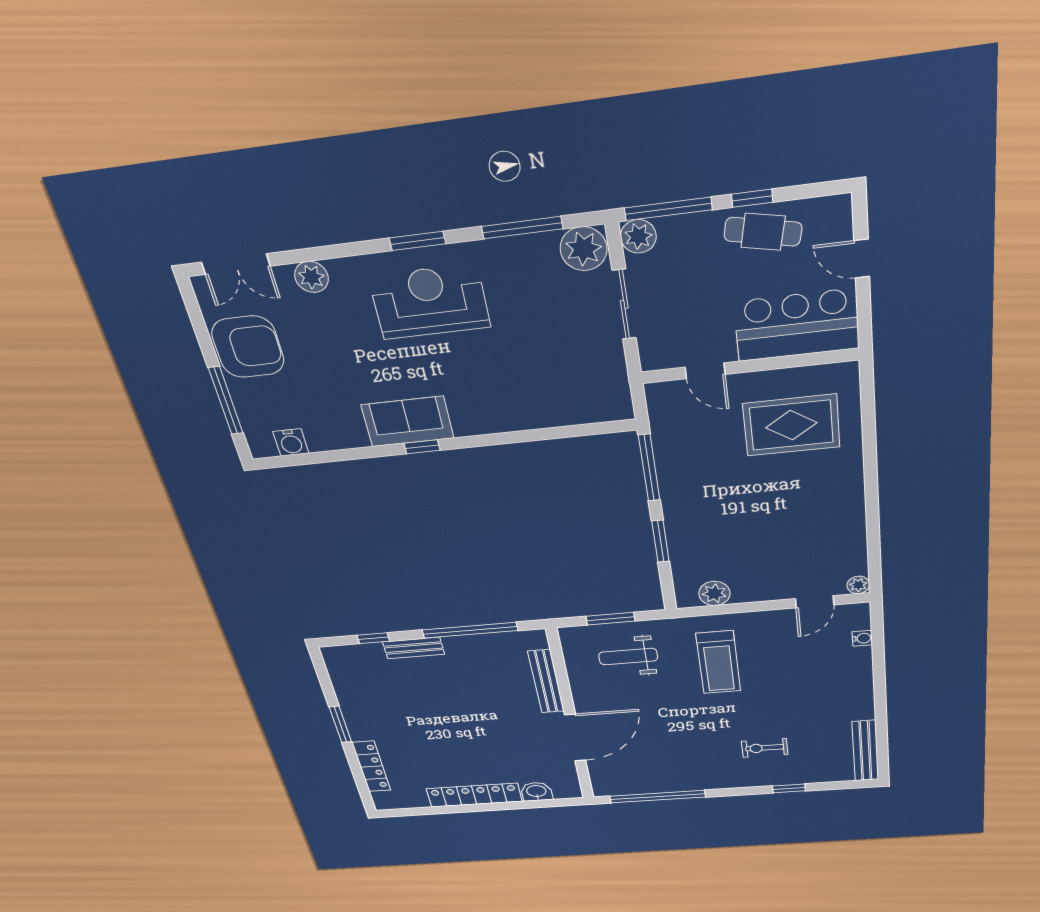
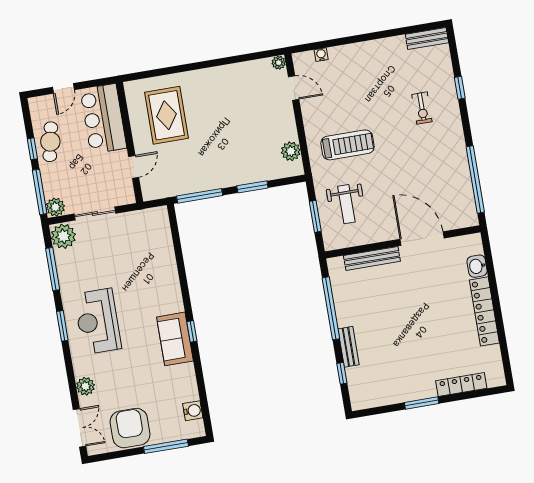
bench: (865, 751) -> (427, 39), width x0.73

